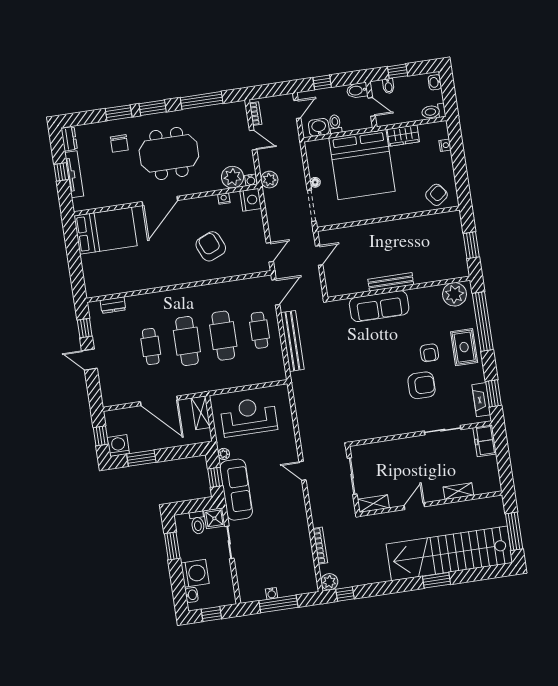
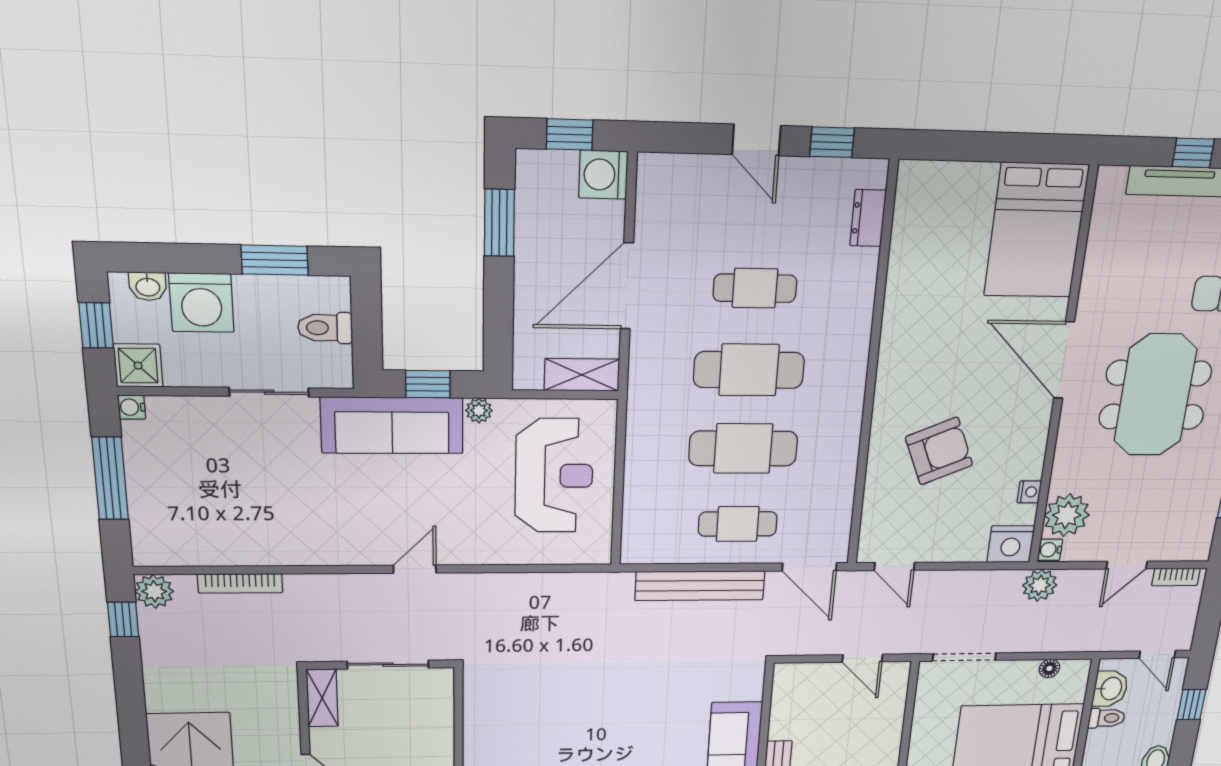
floor lamp: (315, 182) -> (1049, 668), moved
door: (89, 360) -> (756, 140), swing flipped
washing machine: (118, 446) -> (603, 175), moved, turned 180
shower: (214, 518) -> (138, 366), moved
water cooler: (272, 593) -> (132, 407), moved

